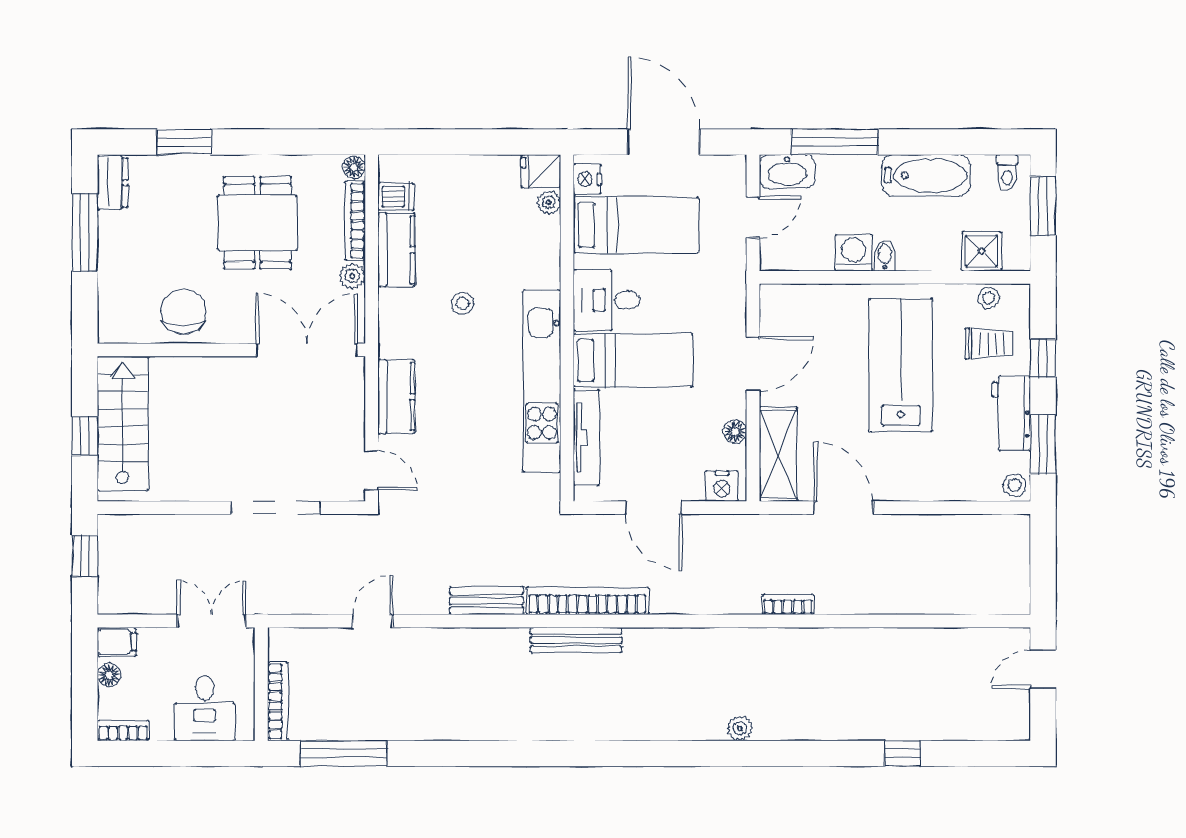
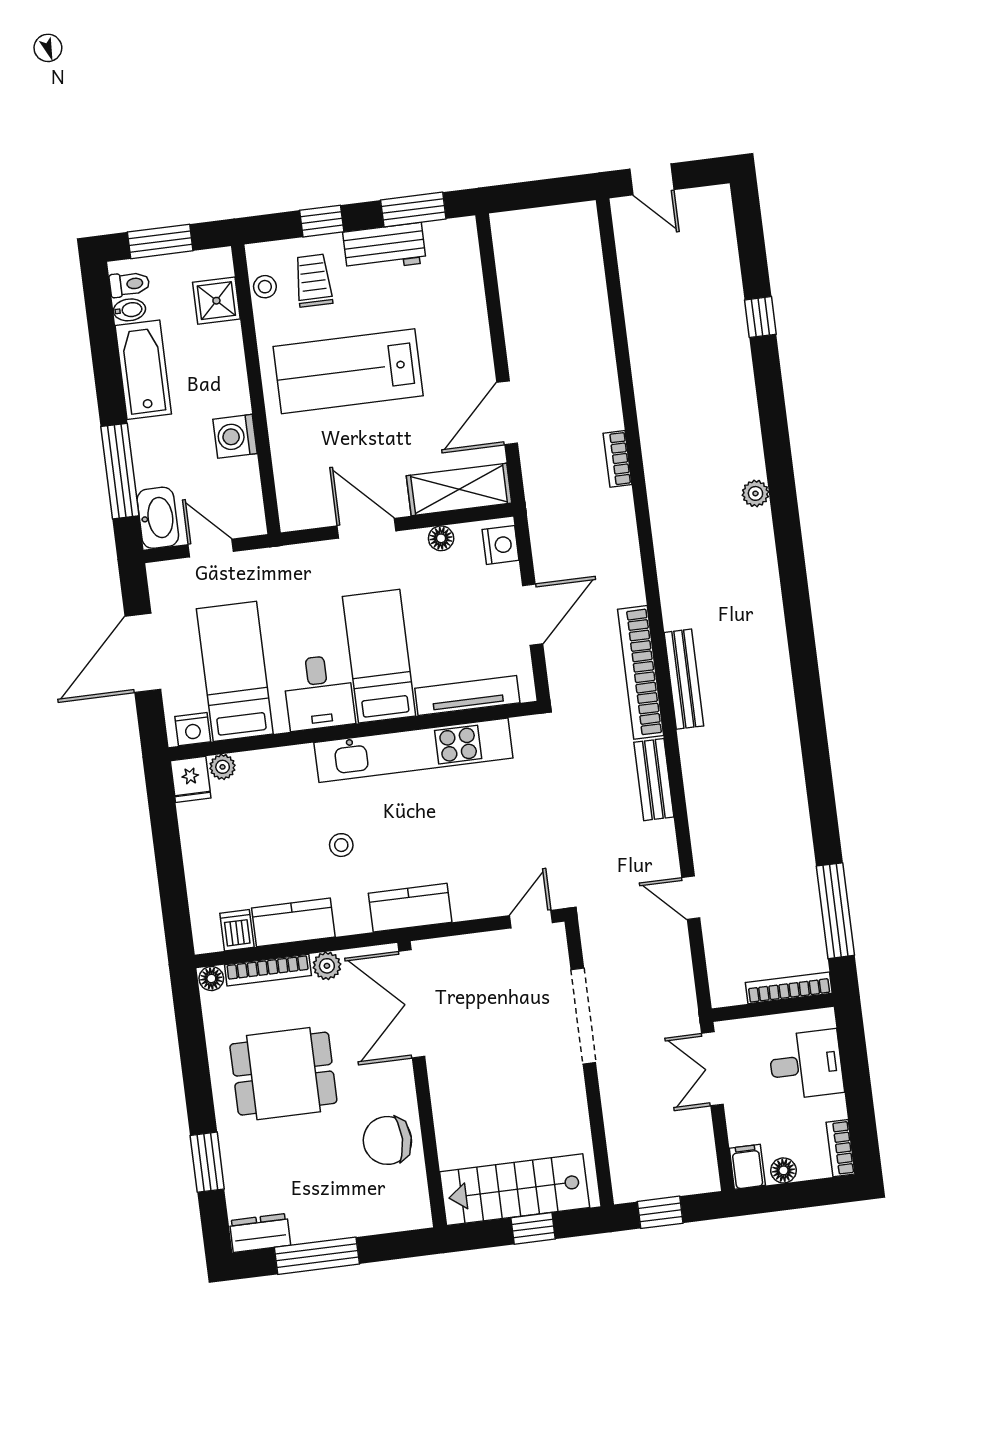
bidet: (885, 256) -> (129, 310), moved, turned 180
kitchen counter: (396, 397) -> (410, 908), moved
stool: (1015, 485) -> (460, 234), removed

